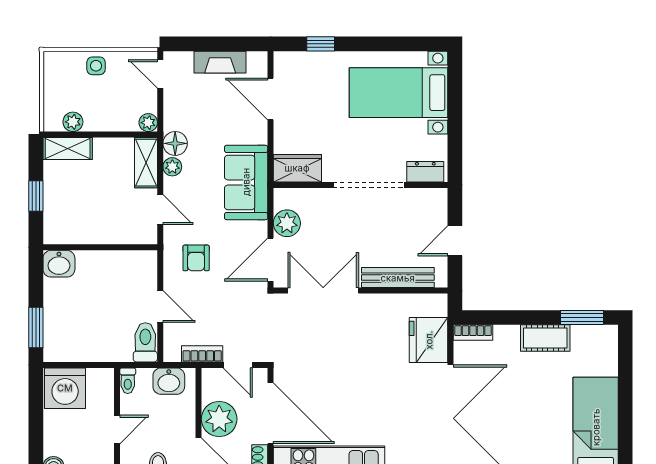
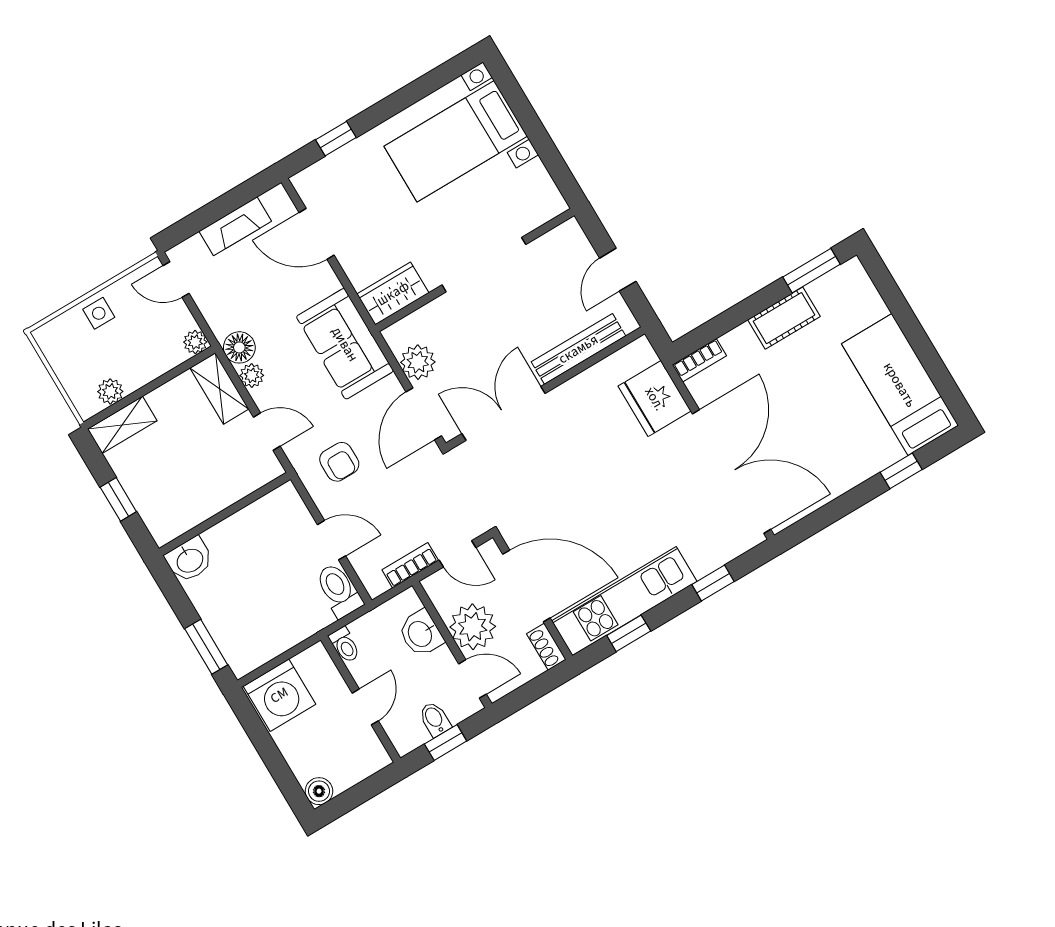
dresser: (425, 172) -> (539, 212), removed
washbasin: (169, 381) -> (421, 633), moved, turned 90

